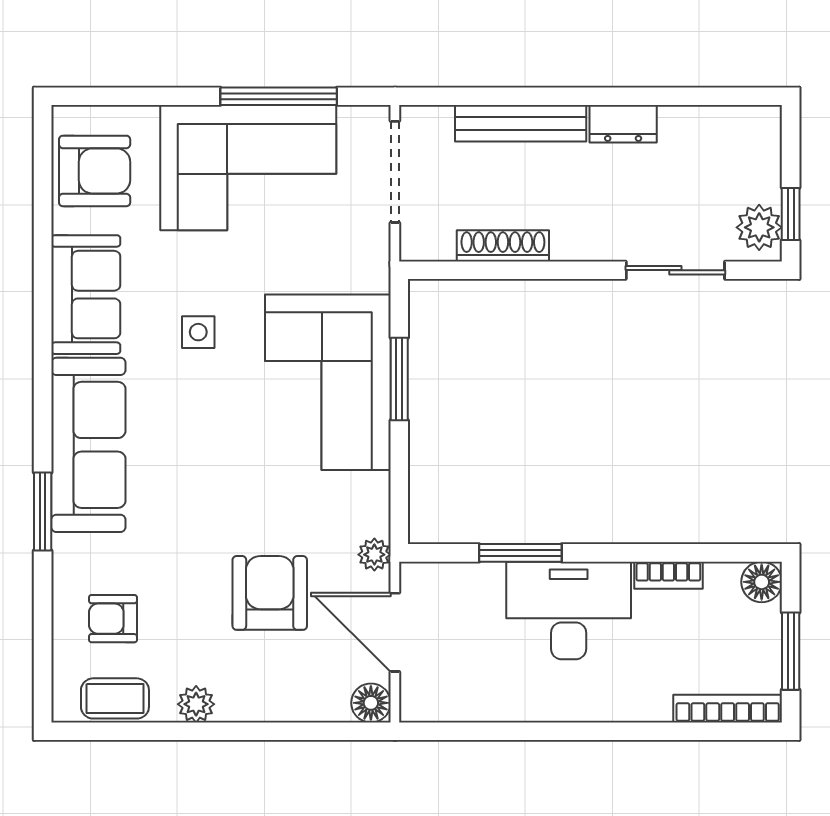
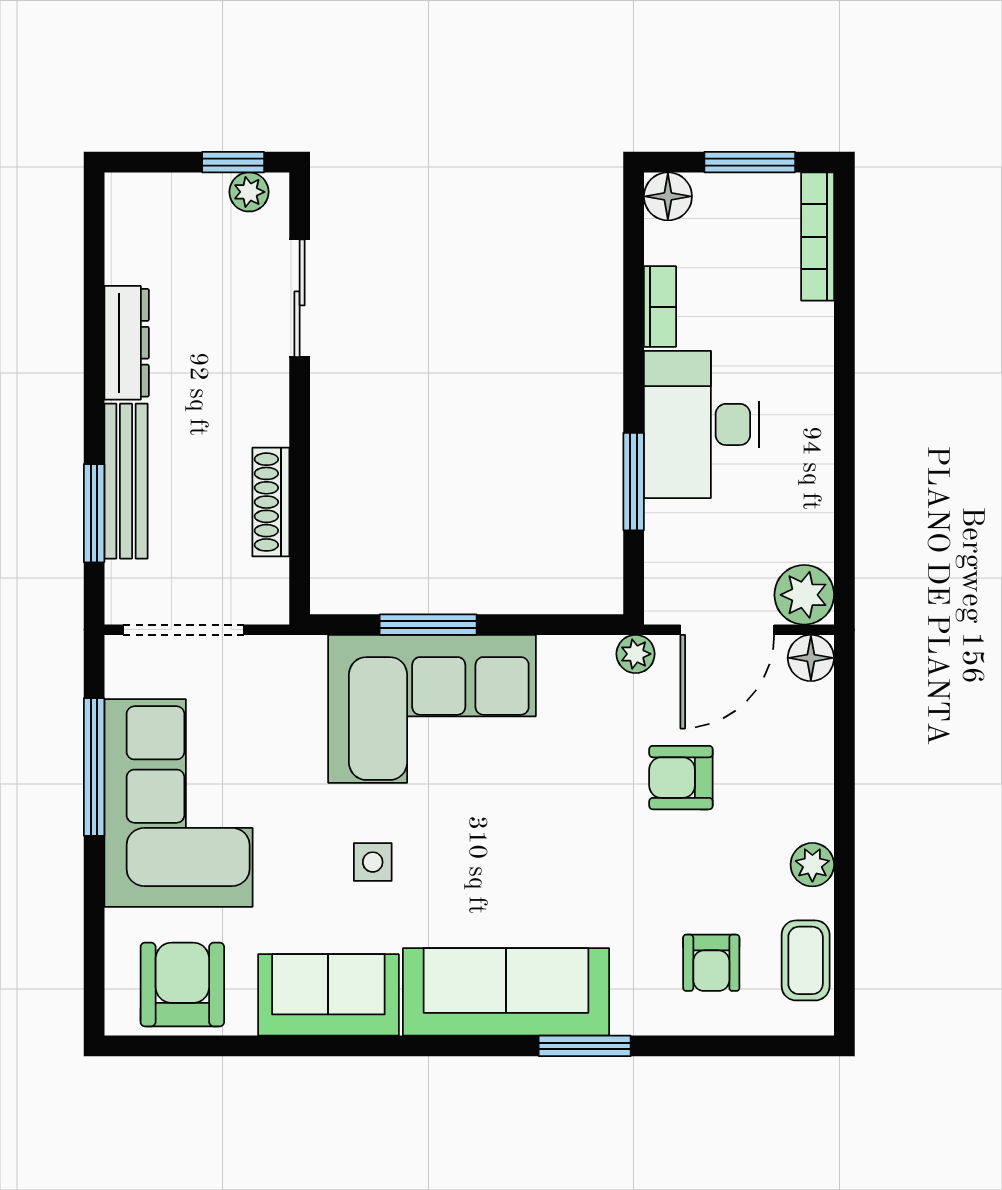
window: (494, 96) -> (94, 513), added
dresser: (623, 124) -> (127, 343), width x1.44
plant: (759, 227) -> (249, 192), width x0.73, depth x0.73
armchair: (270, 593) -> (681, 778), width x0.72, depth x0.72
plant: (424, 697) -> (804, 595), added

